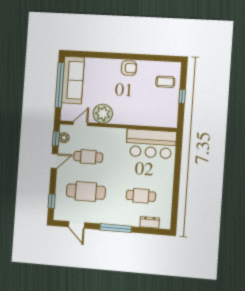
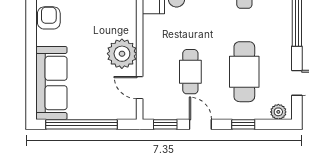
sofa: (73, 80) -> (51, 83), moved, turned 90
plant: (64, 138) -> (278, 112), moved
window: (52, 201) -> (243, 124), moved

